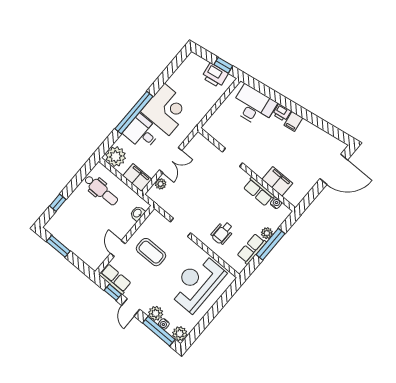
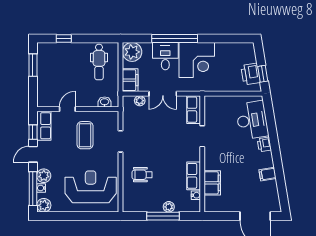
filing cabinet: (293, 121) -> (268, 174), moved
row of seats: (252, 249) -> (194, 110), moved, turned -90

